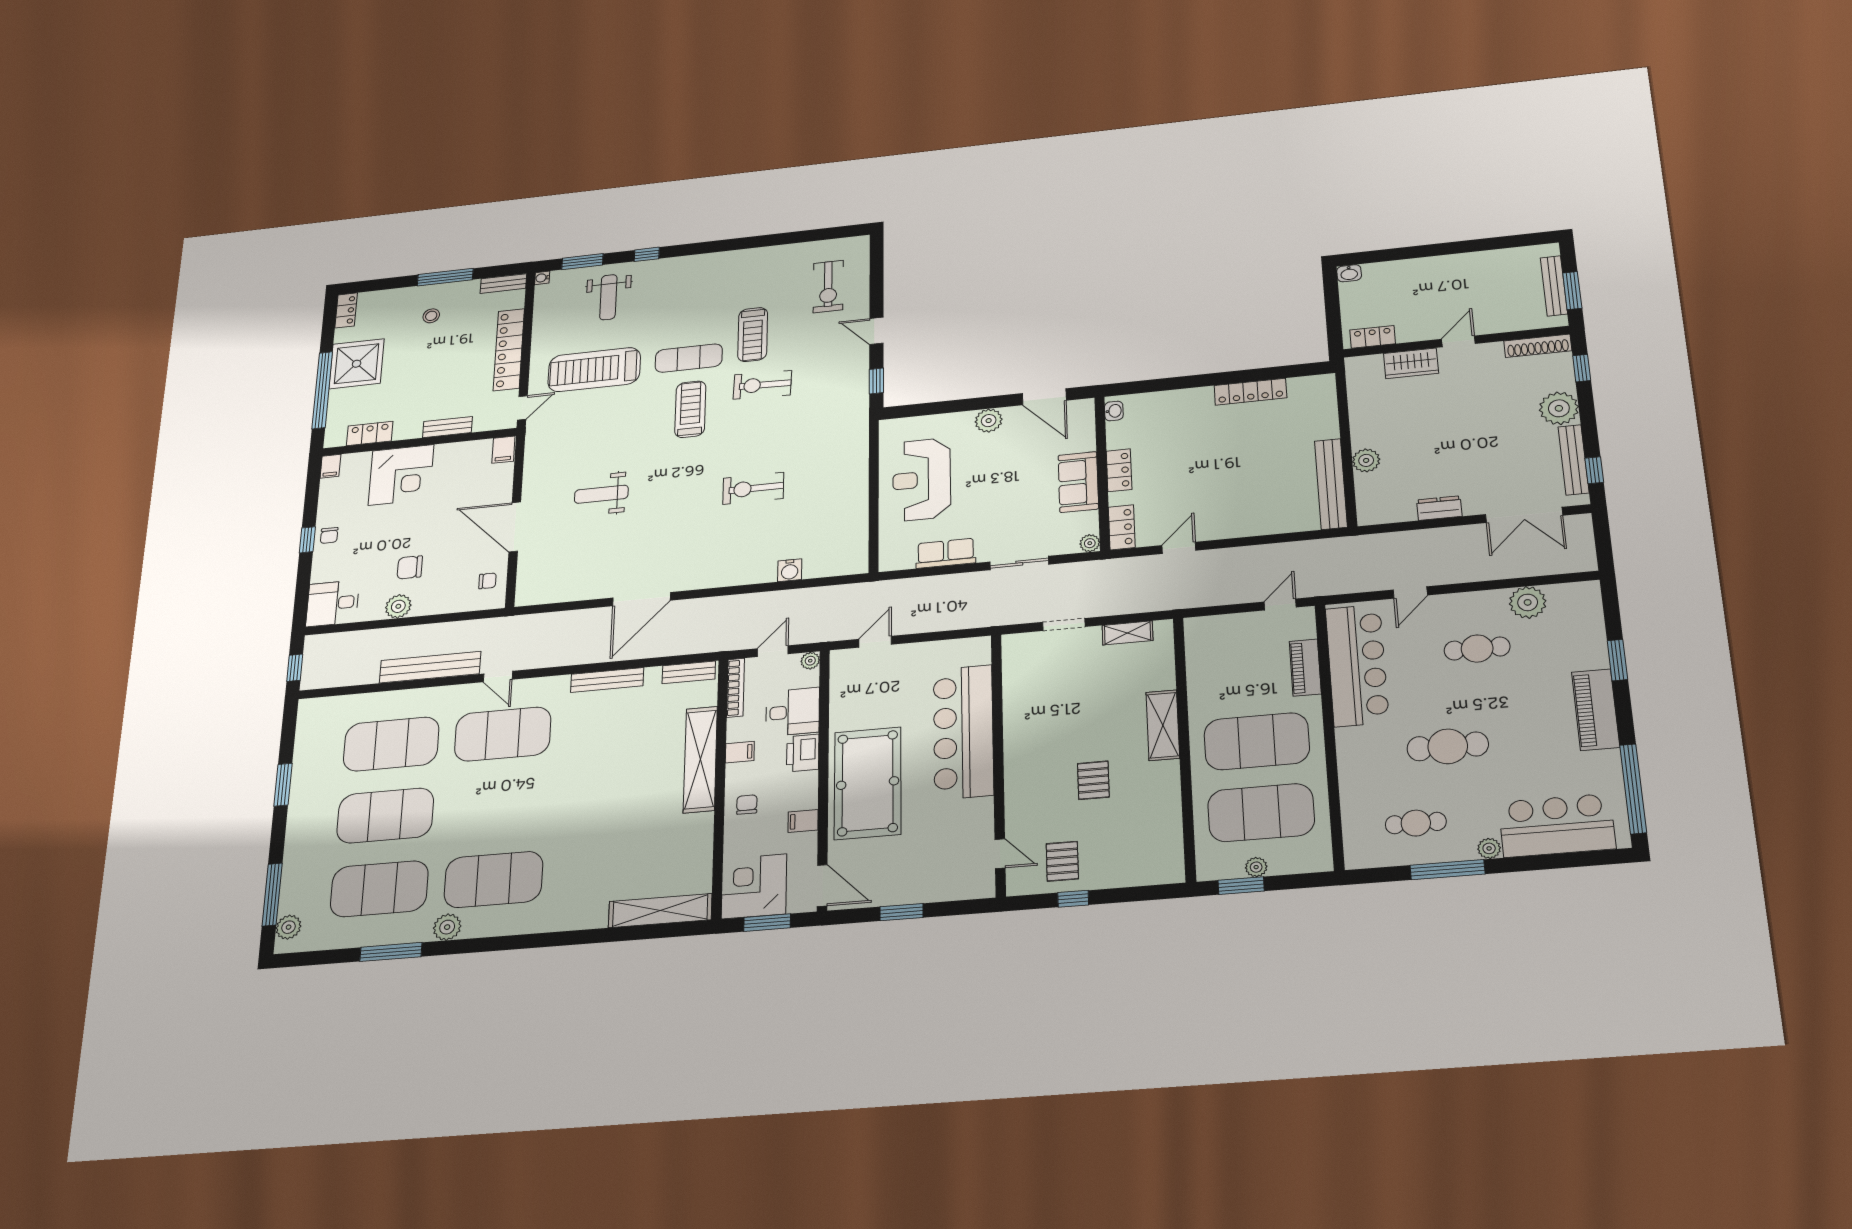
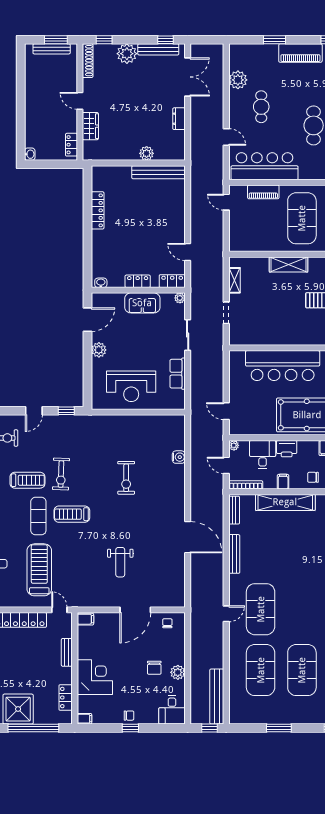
treadmill: (594, 370) -> (39, 570), turned 180
bench: (430, 667) -> (217, 697), moved

